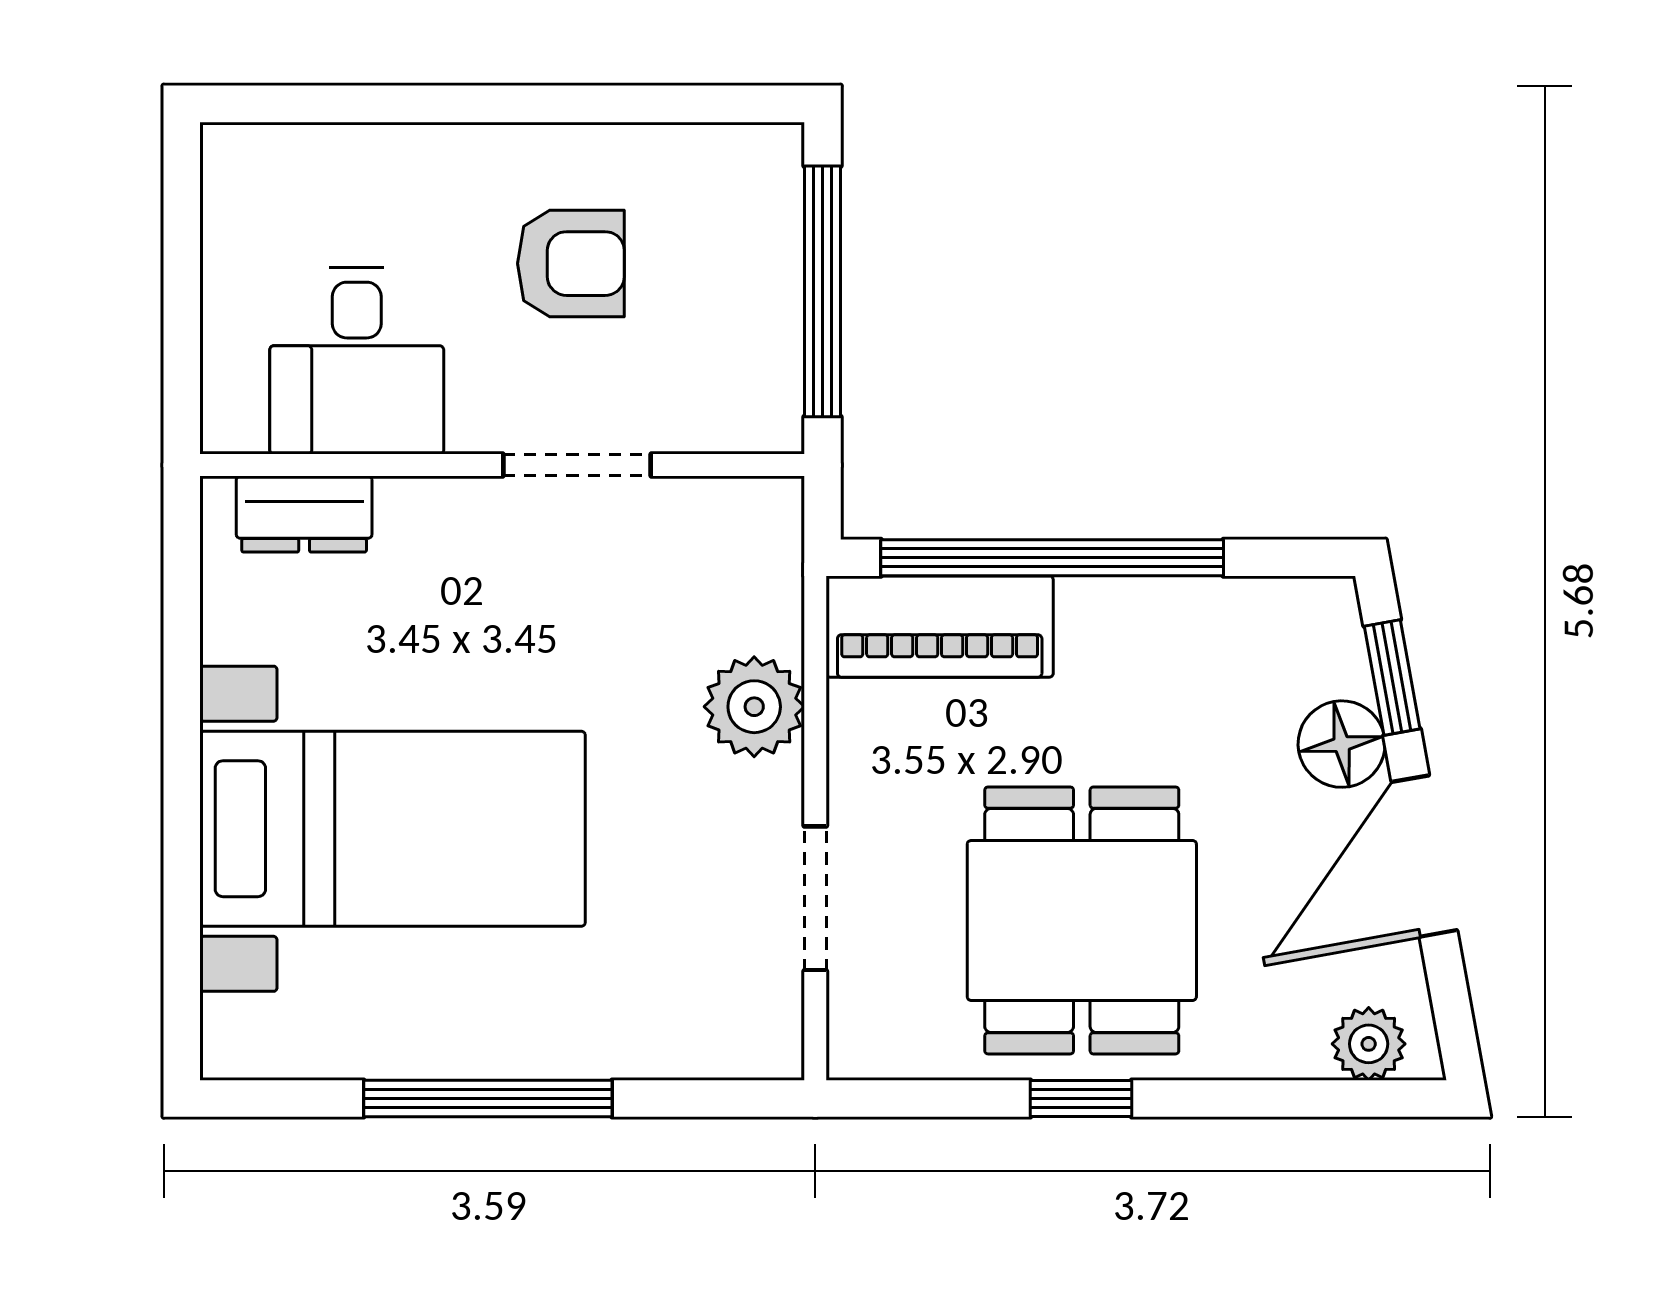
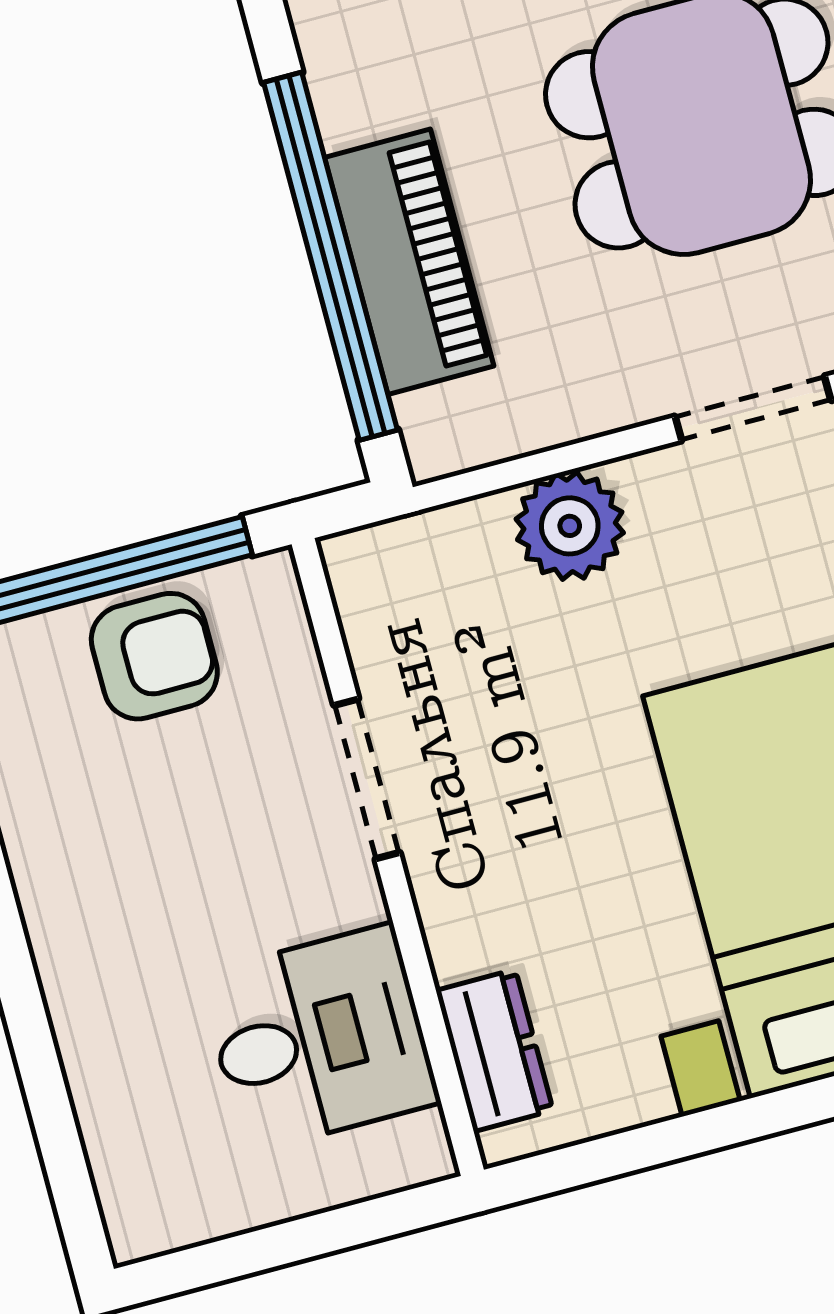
armchair: (571, 264) -> (154, 656), moved, turned 90
piano: (940, 627) -> (409, 262), moved

